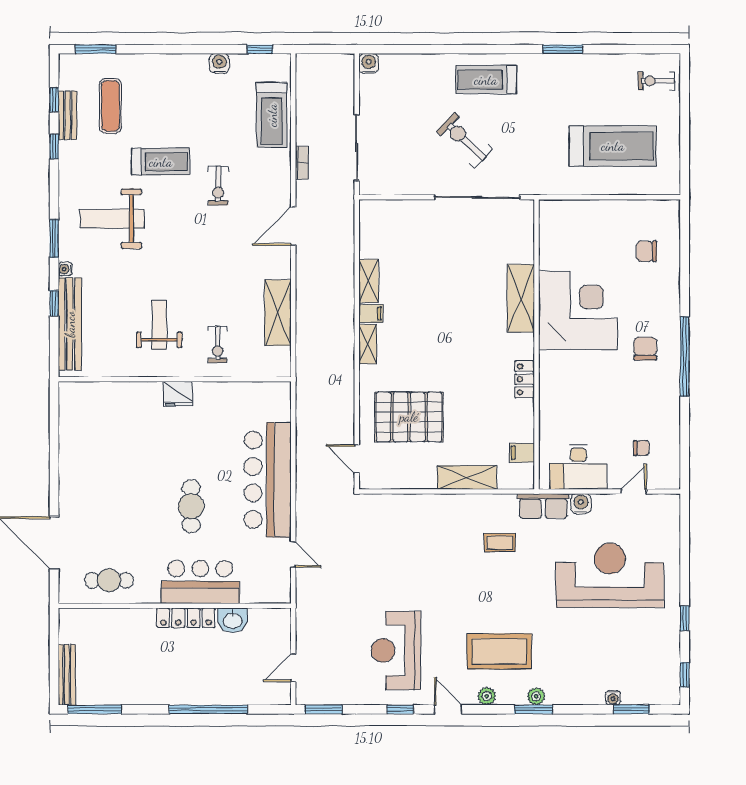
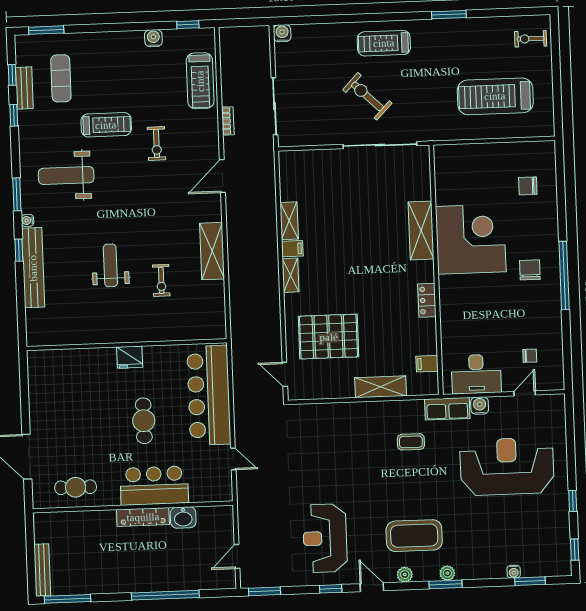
treadmill: (613, 146) -> (495, 96), turned 180
wall: (175, 379) -> (127, 345), moved
fridge: (178, 394) -> (130, 357), moved

